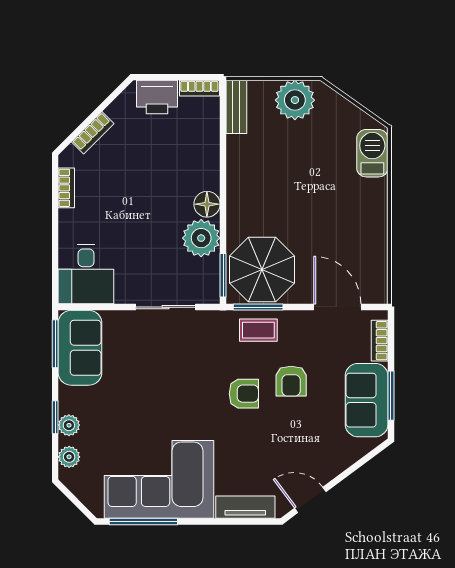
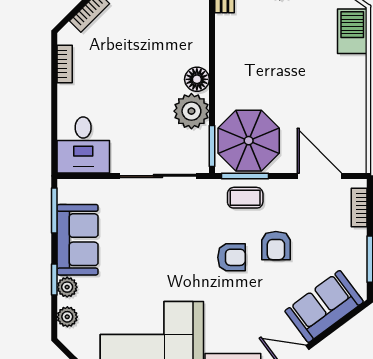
sliding door: (166, 307) -> (158, 176), width x1.37
sofa: (80, 348) -> (78, 240), moved
sofa: (367, 400) -> (324, 306), moved, turned 53

